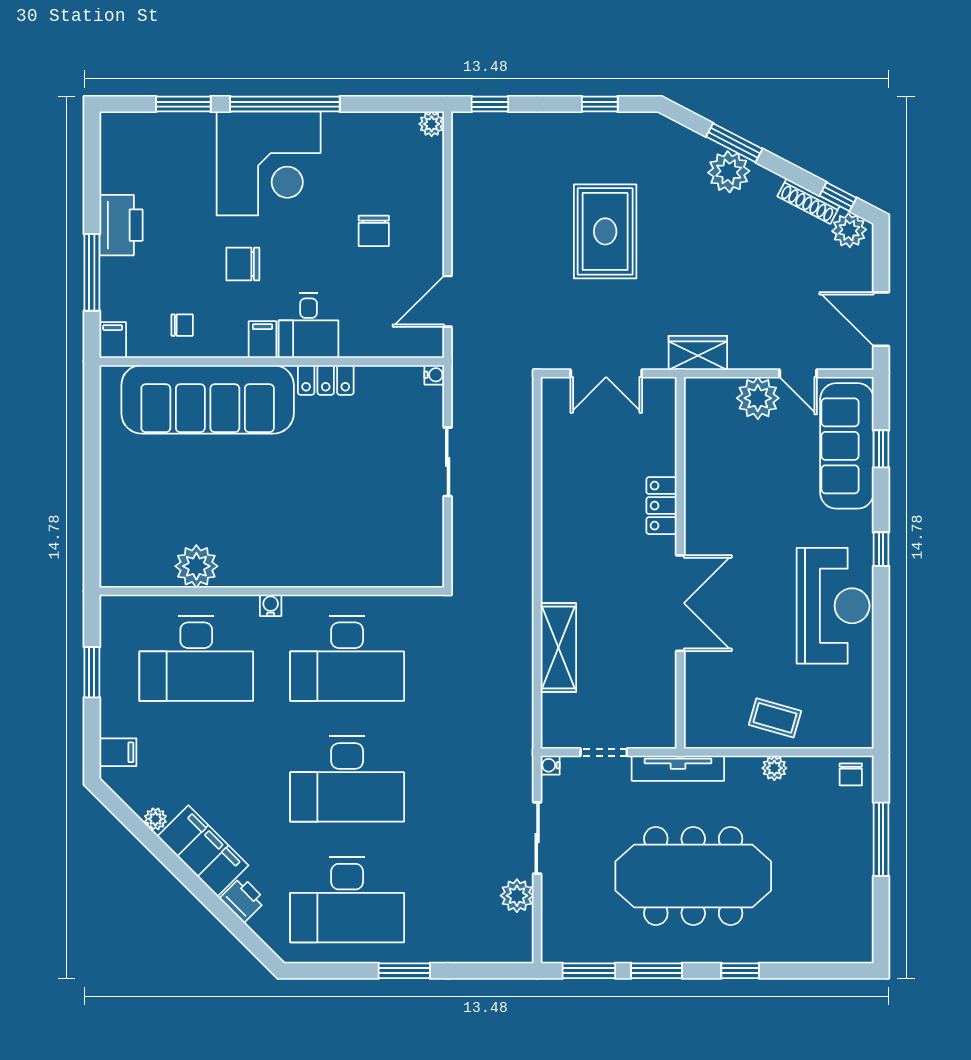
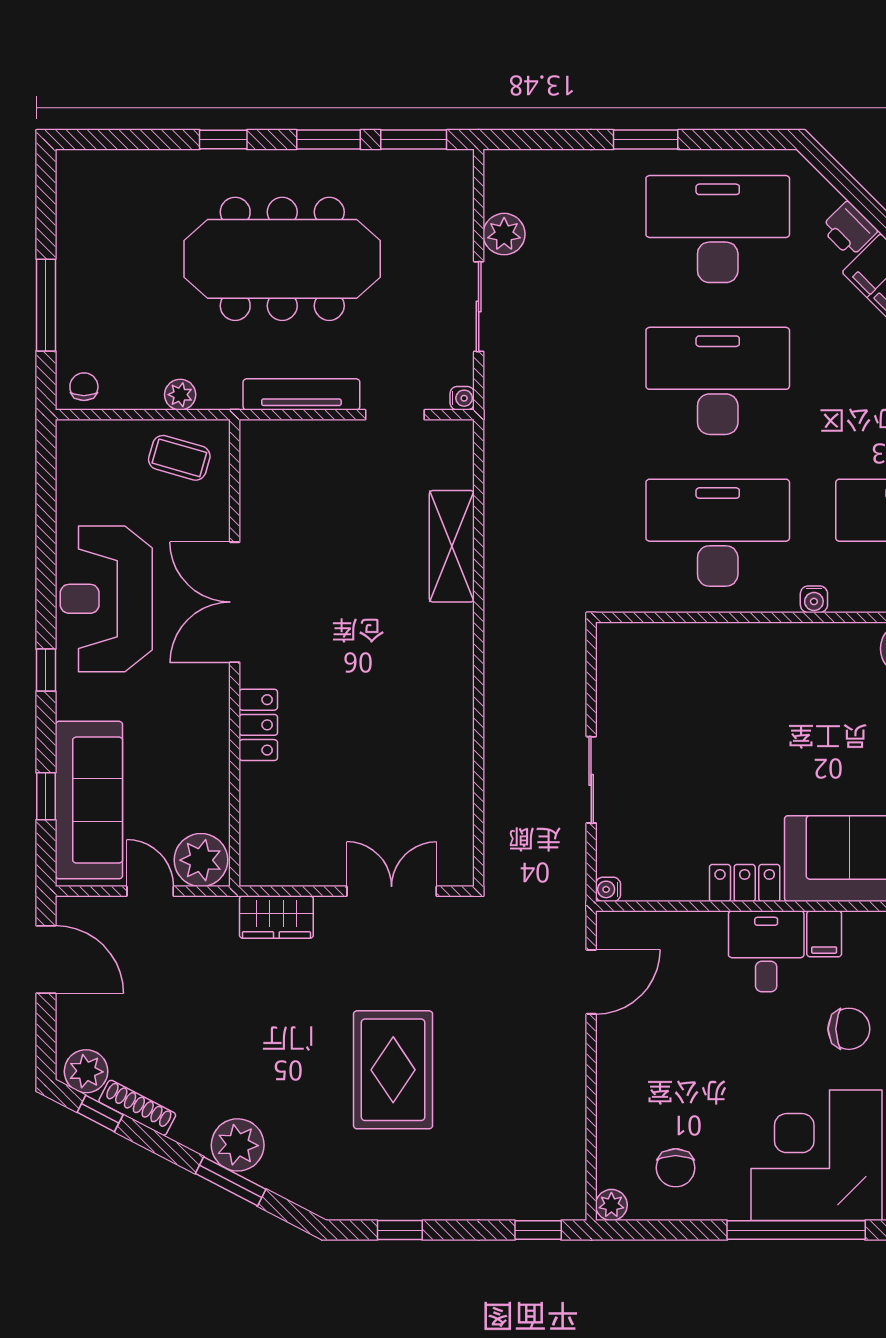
chair: (374, 231) -> (676, 1168), moved, turned 180
locker: (662, 506) -> (258, 725), moved
wall: (680, 563) -> (235, 653), moved
double door: (680, 603) -> (235, 602), moved

